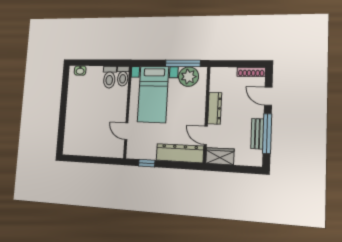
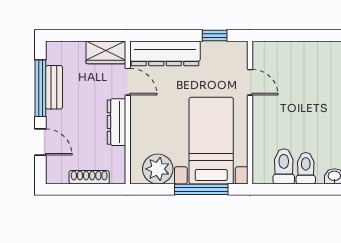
window: (183, 63) -> (201, 189), moved
shoe rack: (251, 72) -> (89, 177), moved
toilet: (123, 76) -> (306, 168), moved

